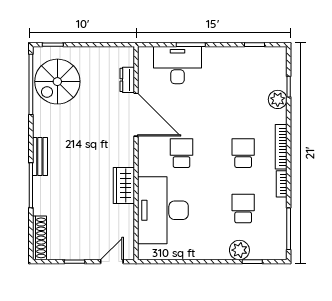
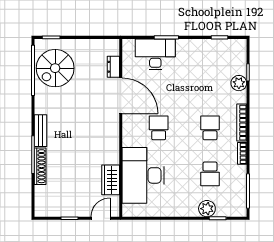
wardrobe: (124, 185) -> (111, 180), moved
school desk: (243, 208) -> (210, 174), turned 180
shoe rack: (39, 238) -> (40, 166), moved

